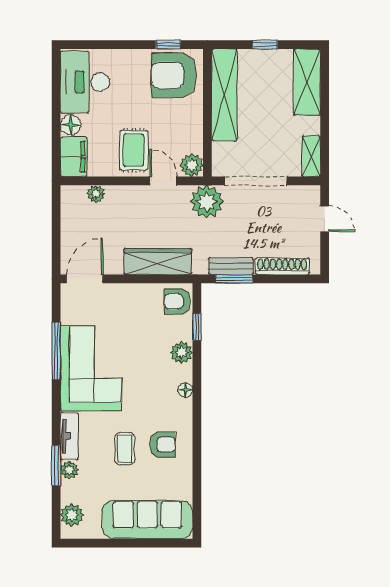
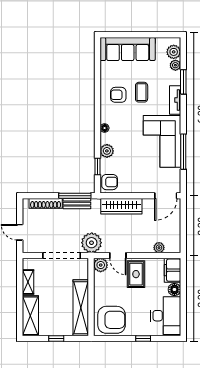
window: (168, 45) -> (143, 338), moved
shelving: (311, 156) -> (28, 282), moved
window: (234, 279) -> (75, 196), width x1.44
plant: (69, 470) -> (175, 65), moved

